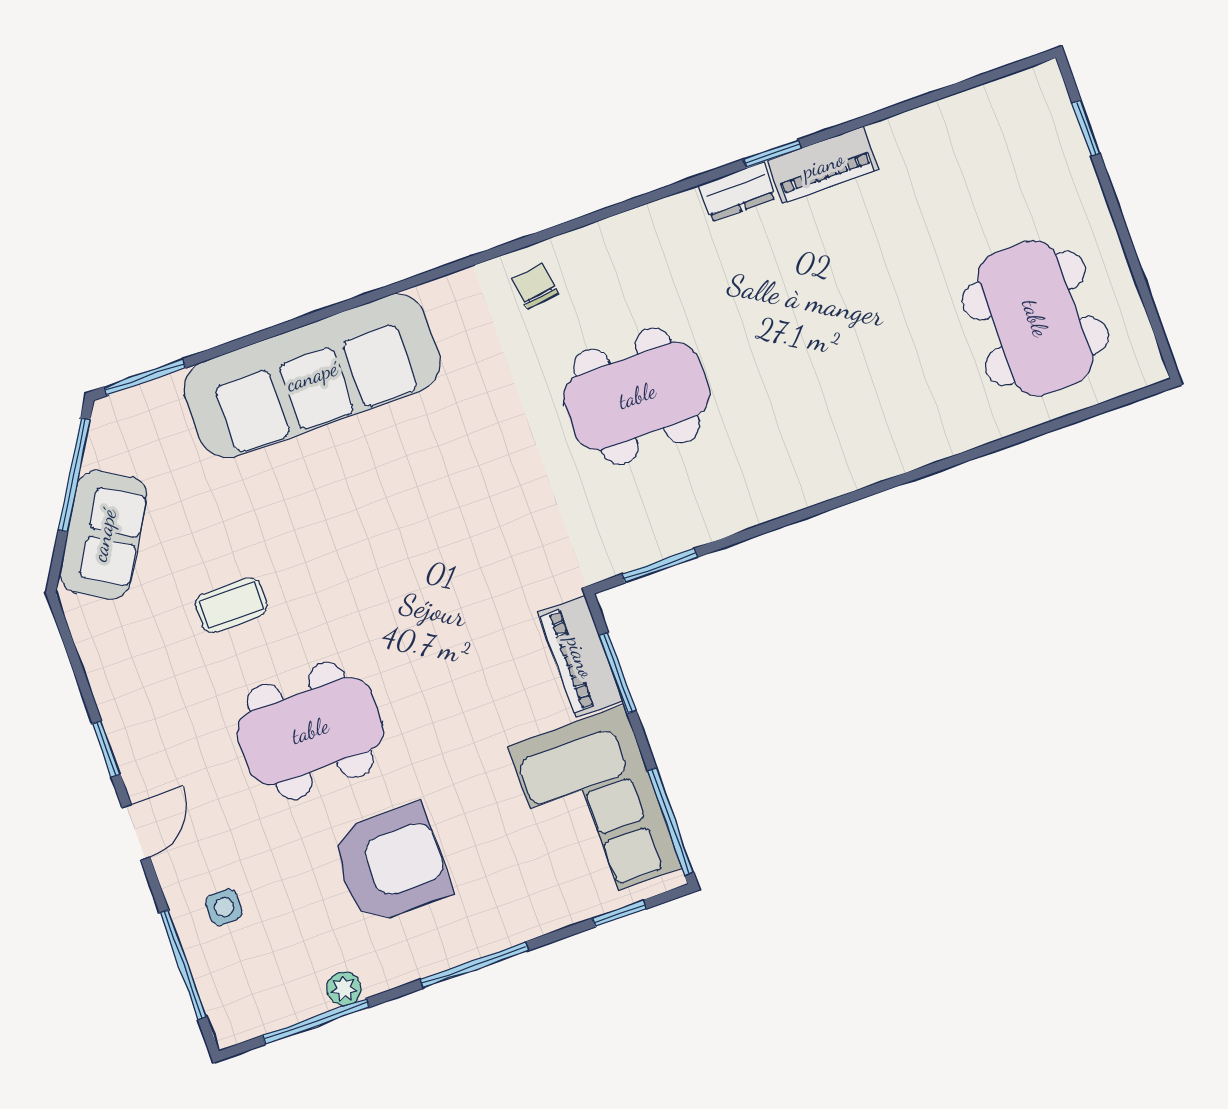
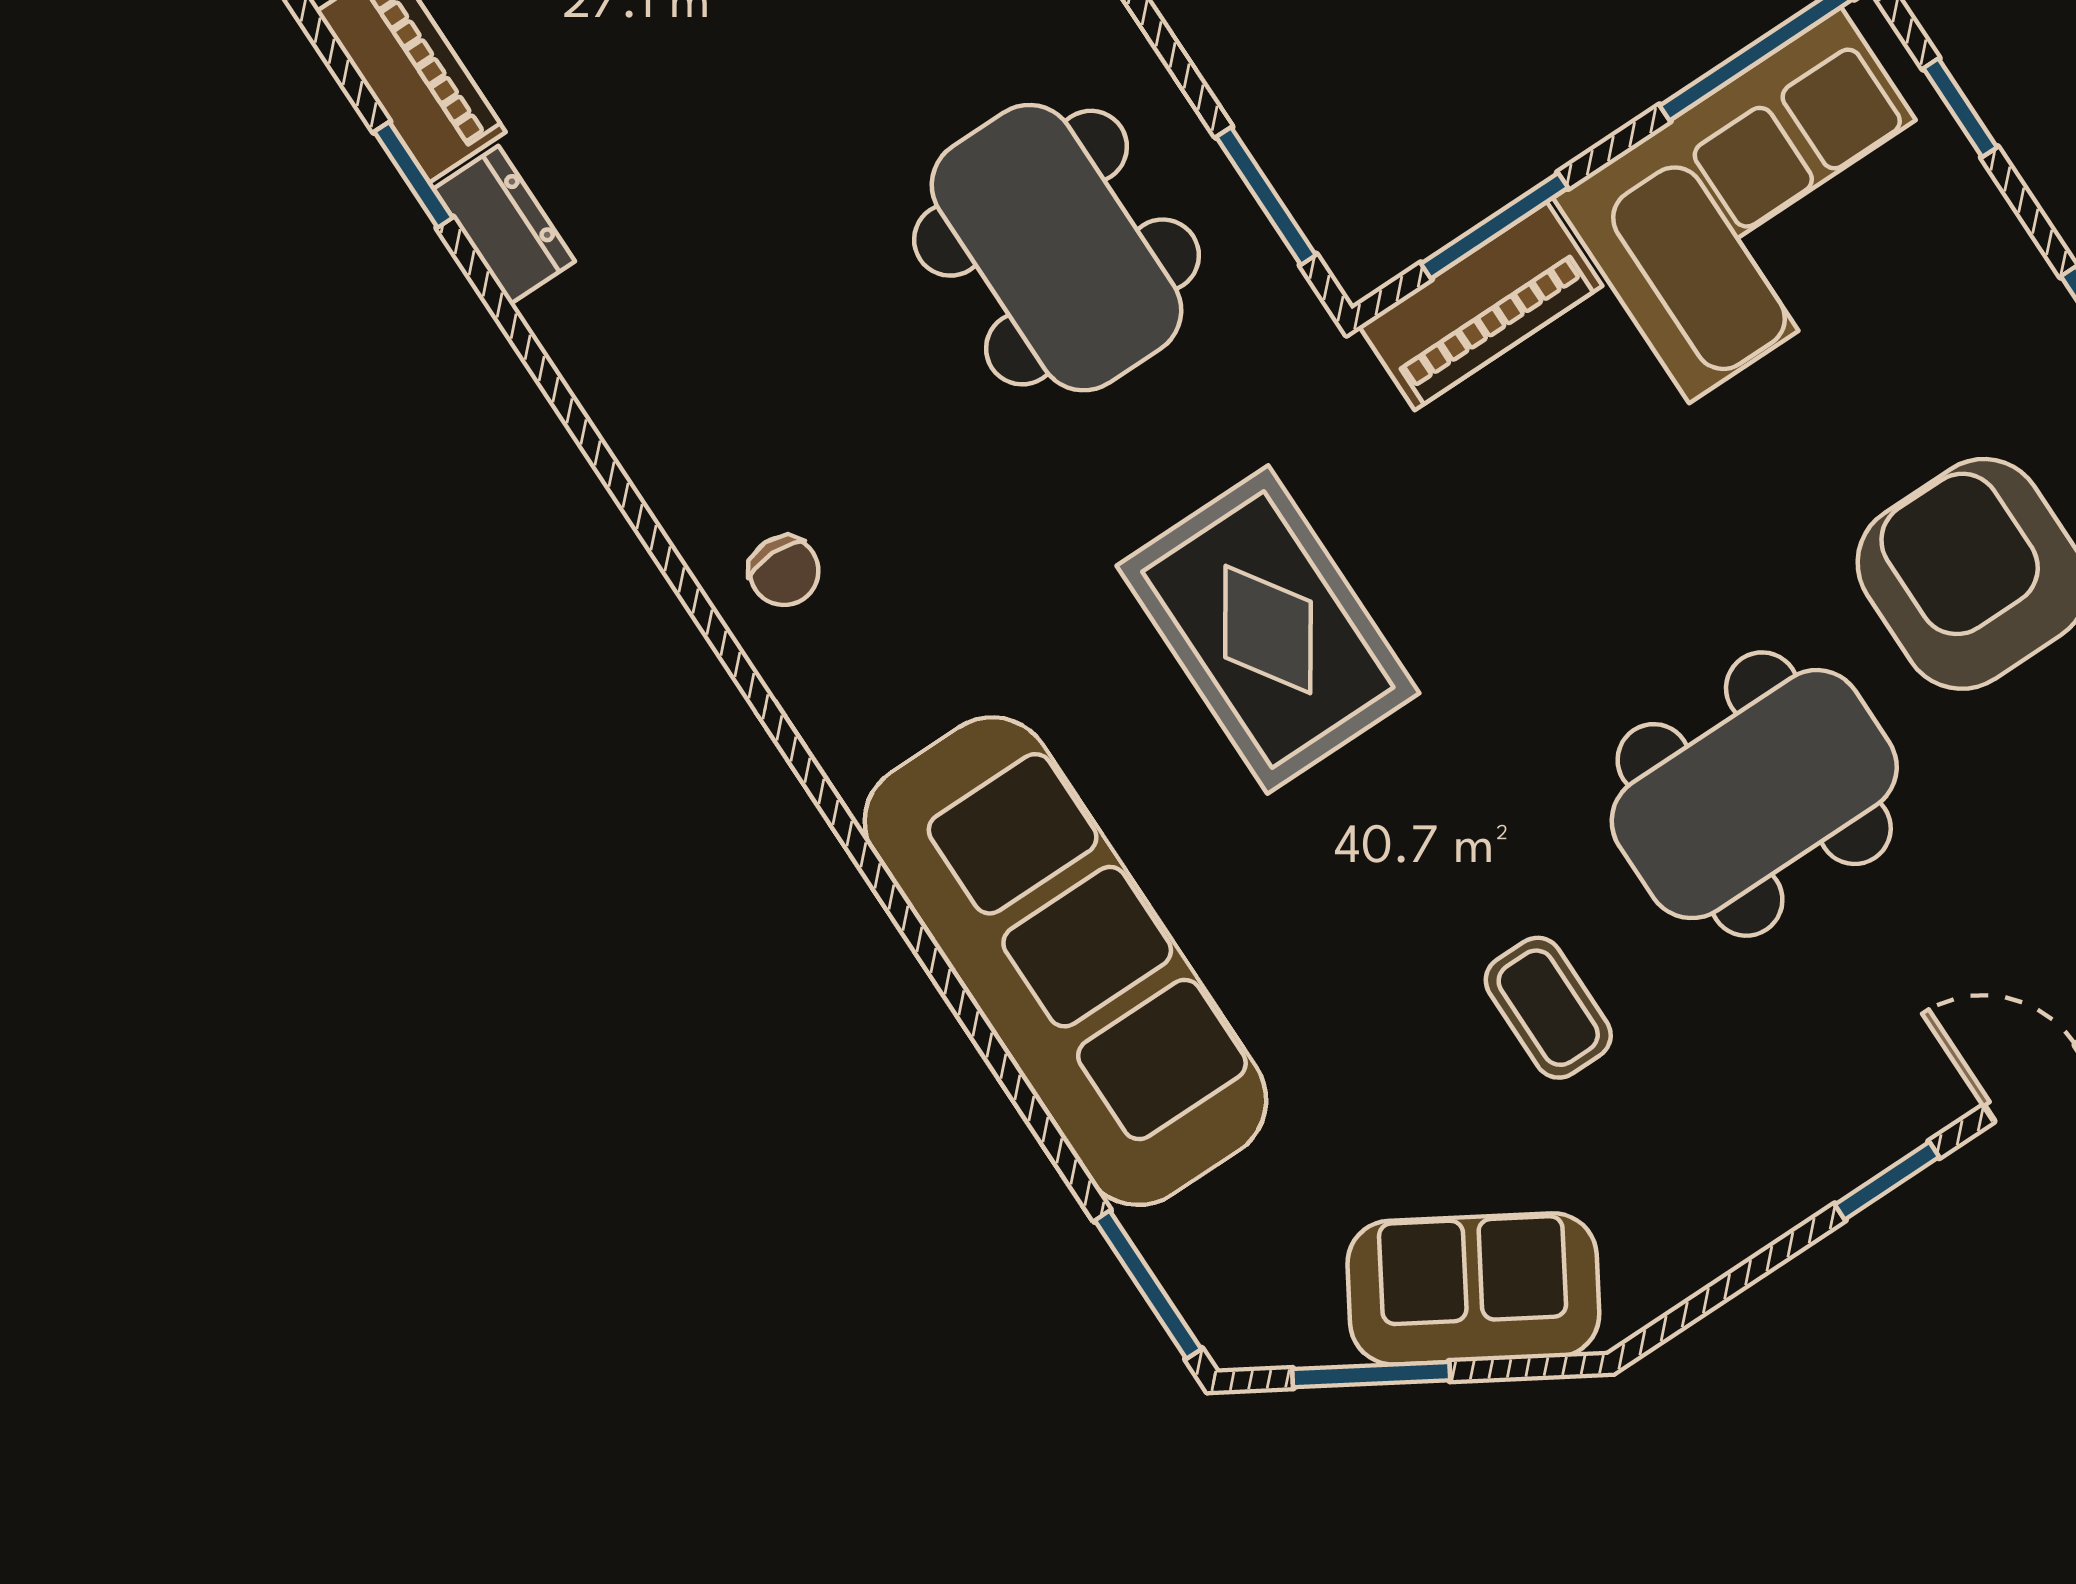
chair: (535, 286) -> (784, 571), turned -82
dining table: (637, 396) -> (1057, 248), moved
window: (74, 475) -> (1371, 1375), width x0.69
rug: (449, 514) -> (1268, 629), added
dining table: (310, 731) -> (1754, 794), turned 90

